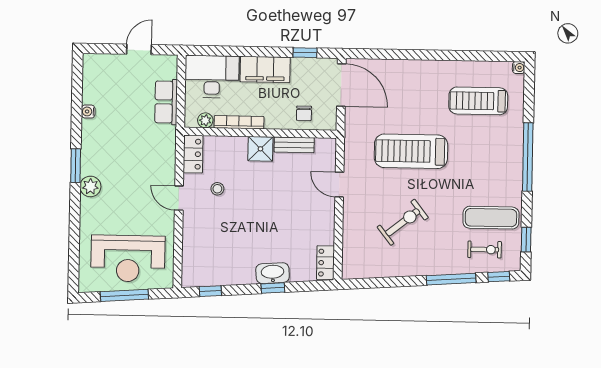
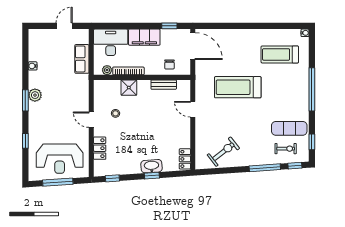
shower: (260, 149) -> (129, 88), moved
locker: (193, 154) -> (100, 148), moved
plant: (90, 186) -> (35, 95), moved
exercise bike: (403, 222) -> (223, 152), moved
window: (74, 229) -> (25, 141), added

